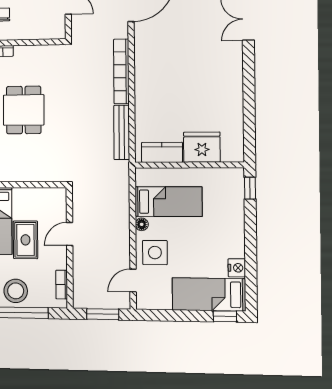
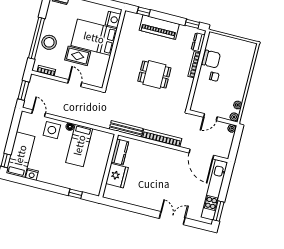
fridge: (202, 147) -> (117, 176), moved
kitchen counter: (162, 152) -> (120, 152), moved
wall: (189, 165) -> (109, 166), moved

